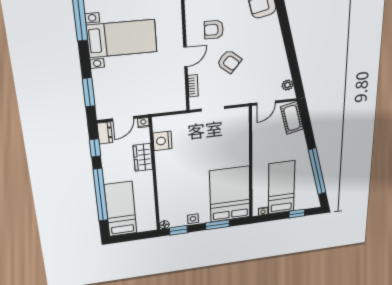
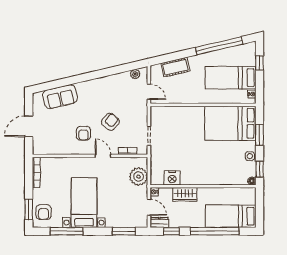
plant: (161, 102) -> (139, 177), added
cot: (292, 118) -> (175, 67), moved

